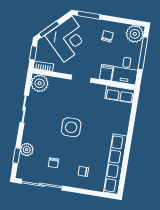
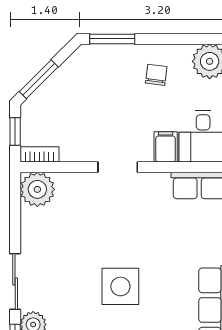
corner desk: (68, 39) -> (79, 93), removed
sliding door: (24, 109) -> (15, 281), moved
side table: (71, 127) -> (120, 286), moved

